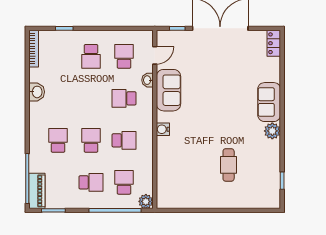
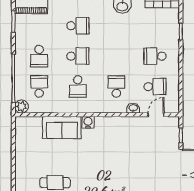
door: (155, 55) -> (156, 115), swing flipped
sofa: (168, 90) -> (62, 127), moved
school desk: (124, 182) -> (39, 87), turned -90

